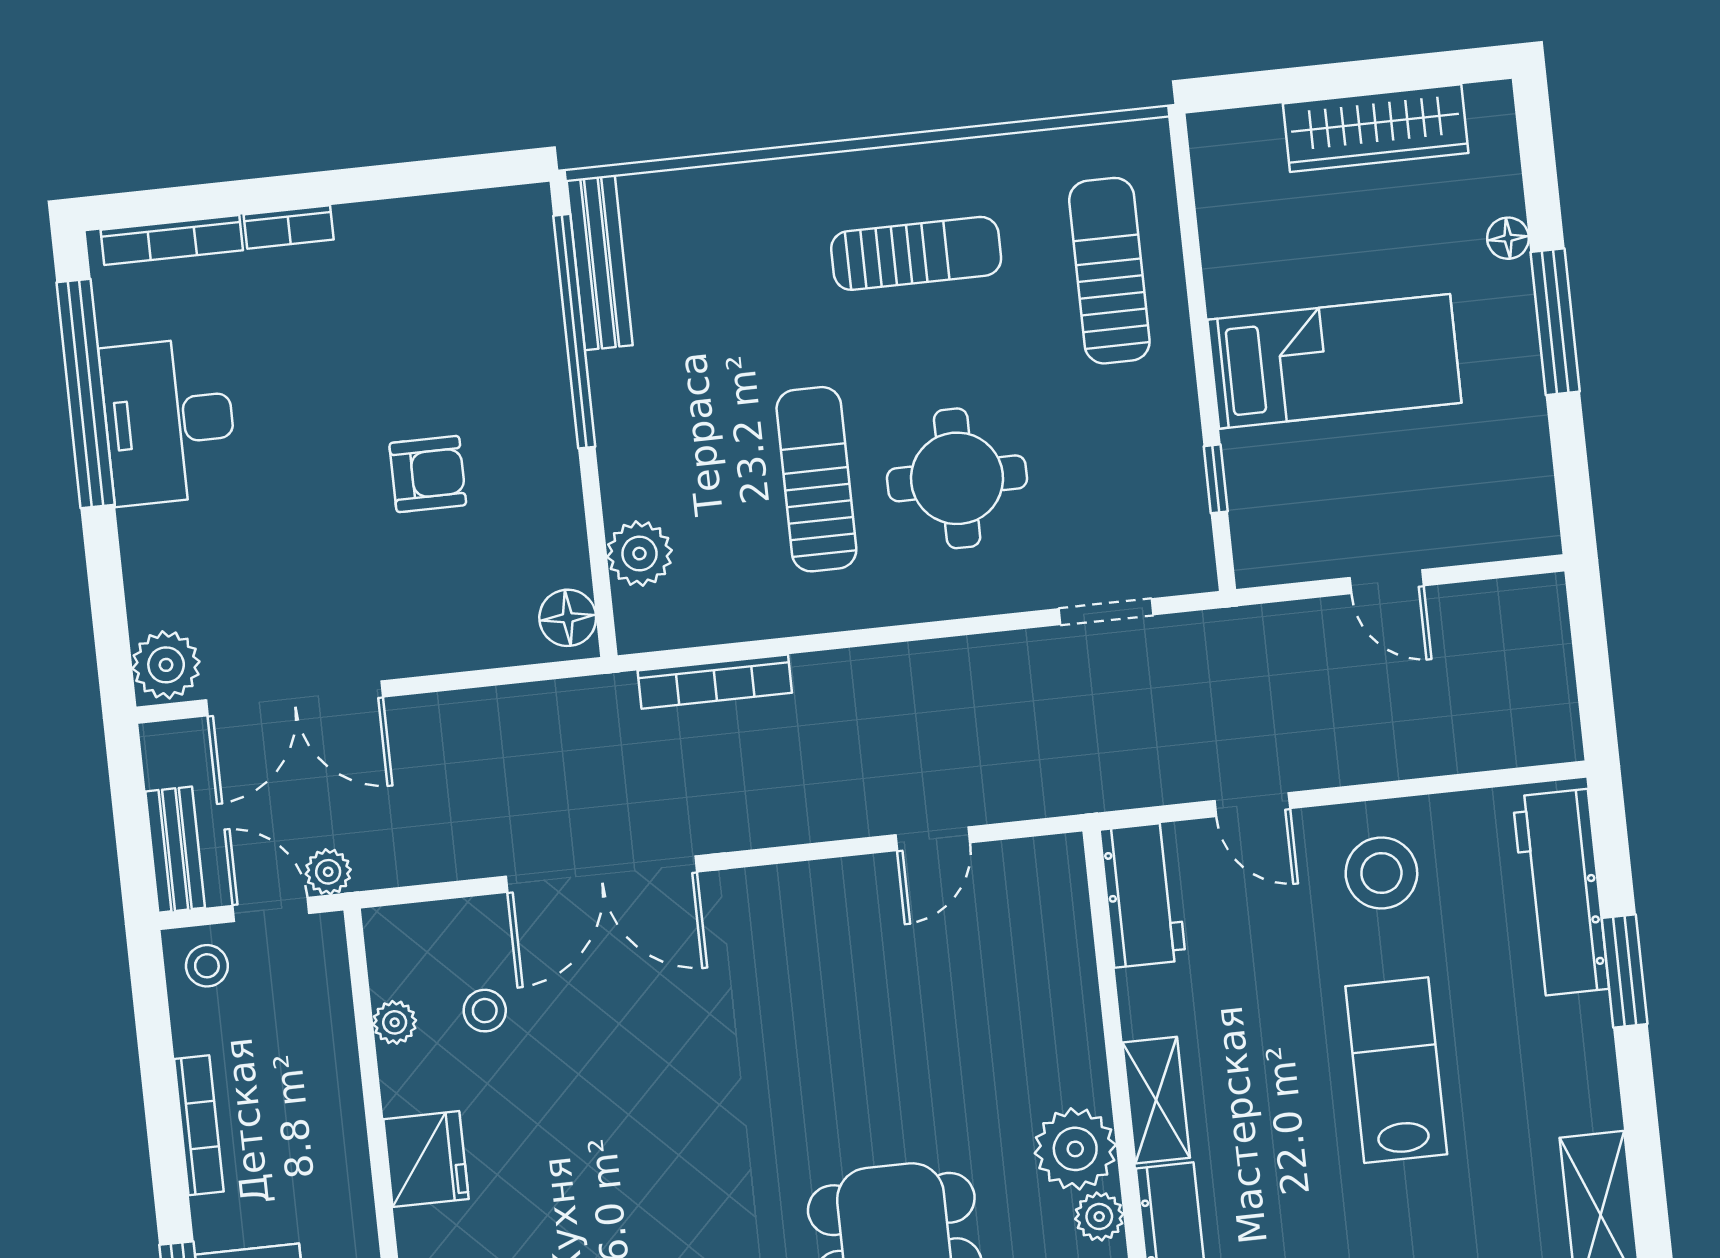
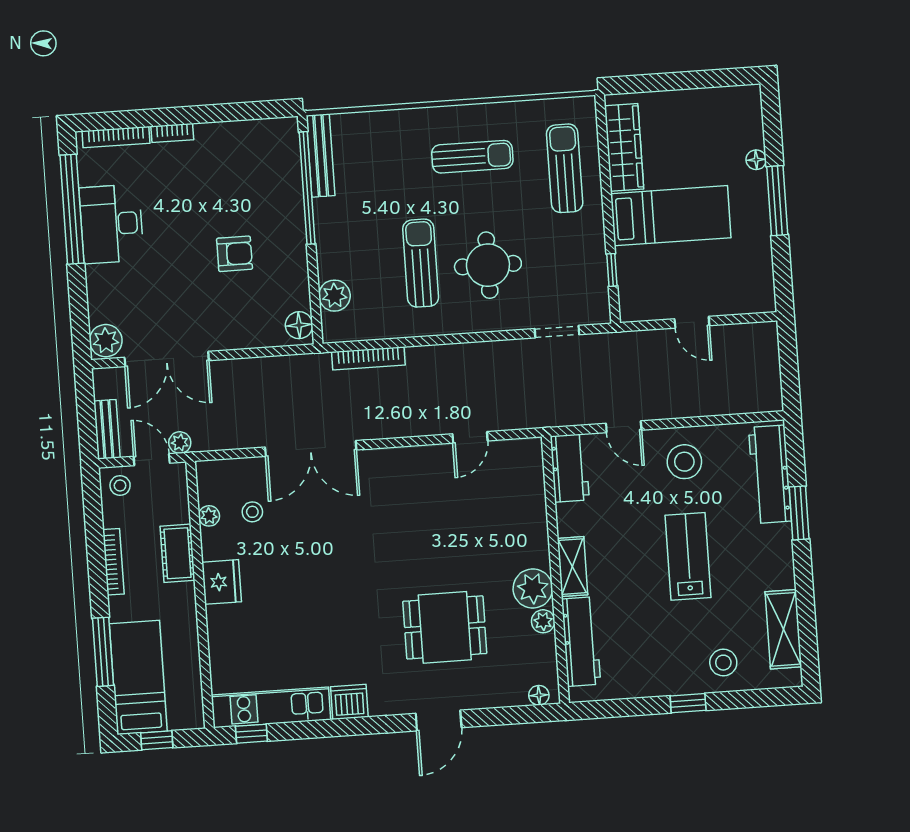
wardrobe: (1376, 128) -> (624, 147), moved, turned -90
cot: (332, 1103) -> (177, 553), added

